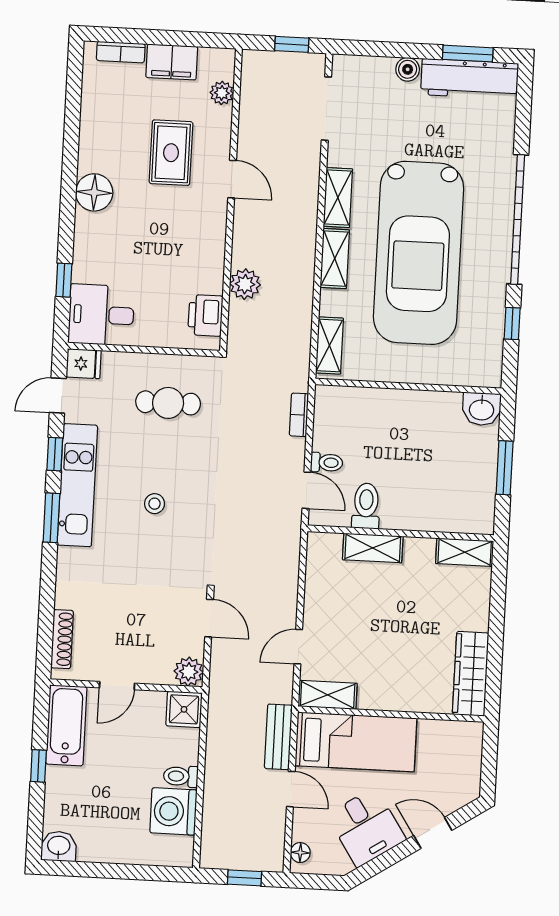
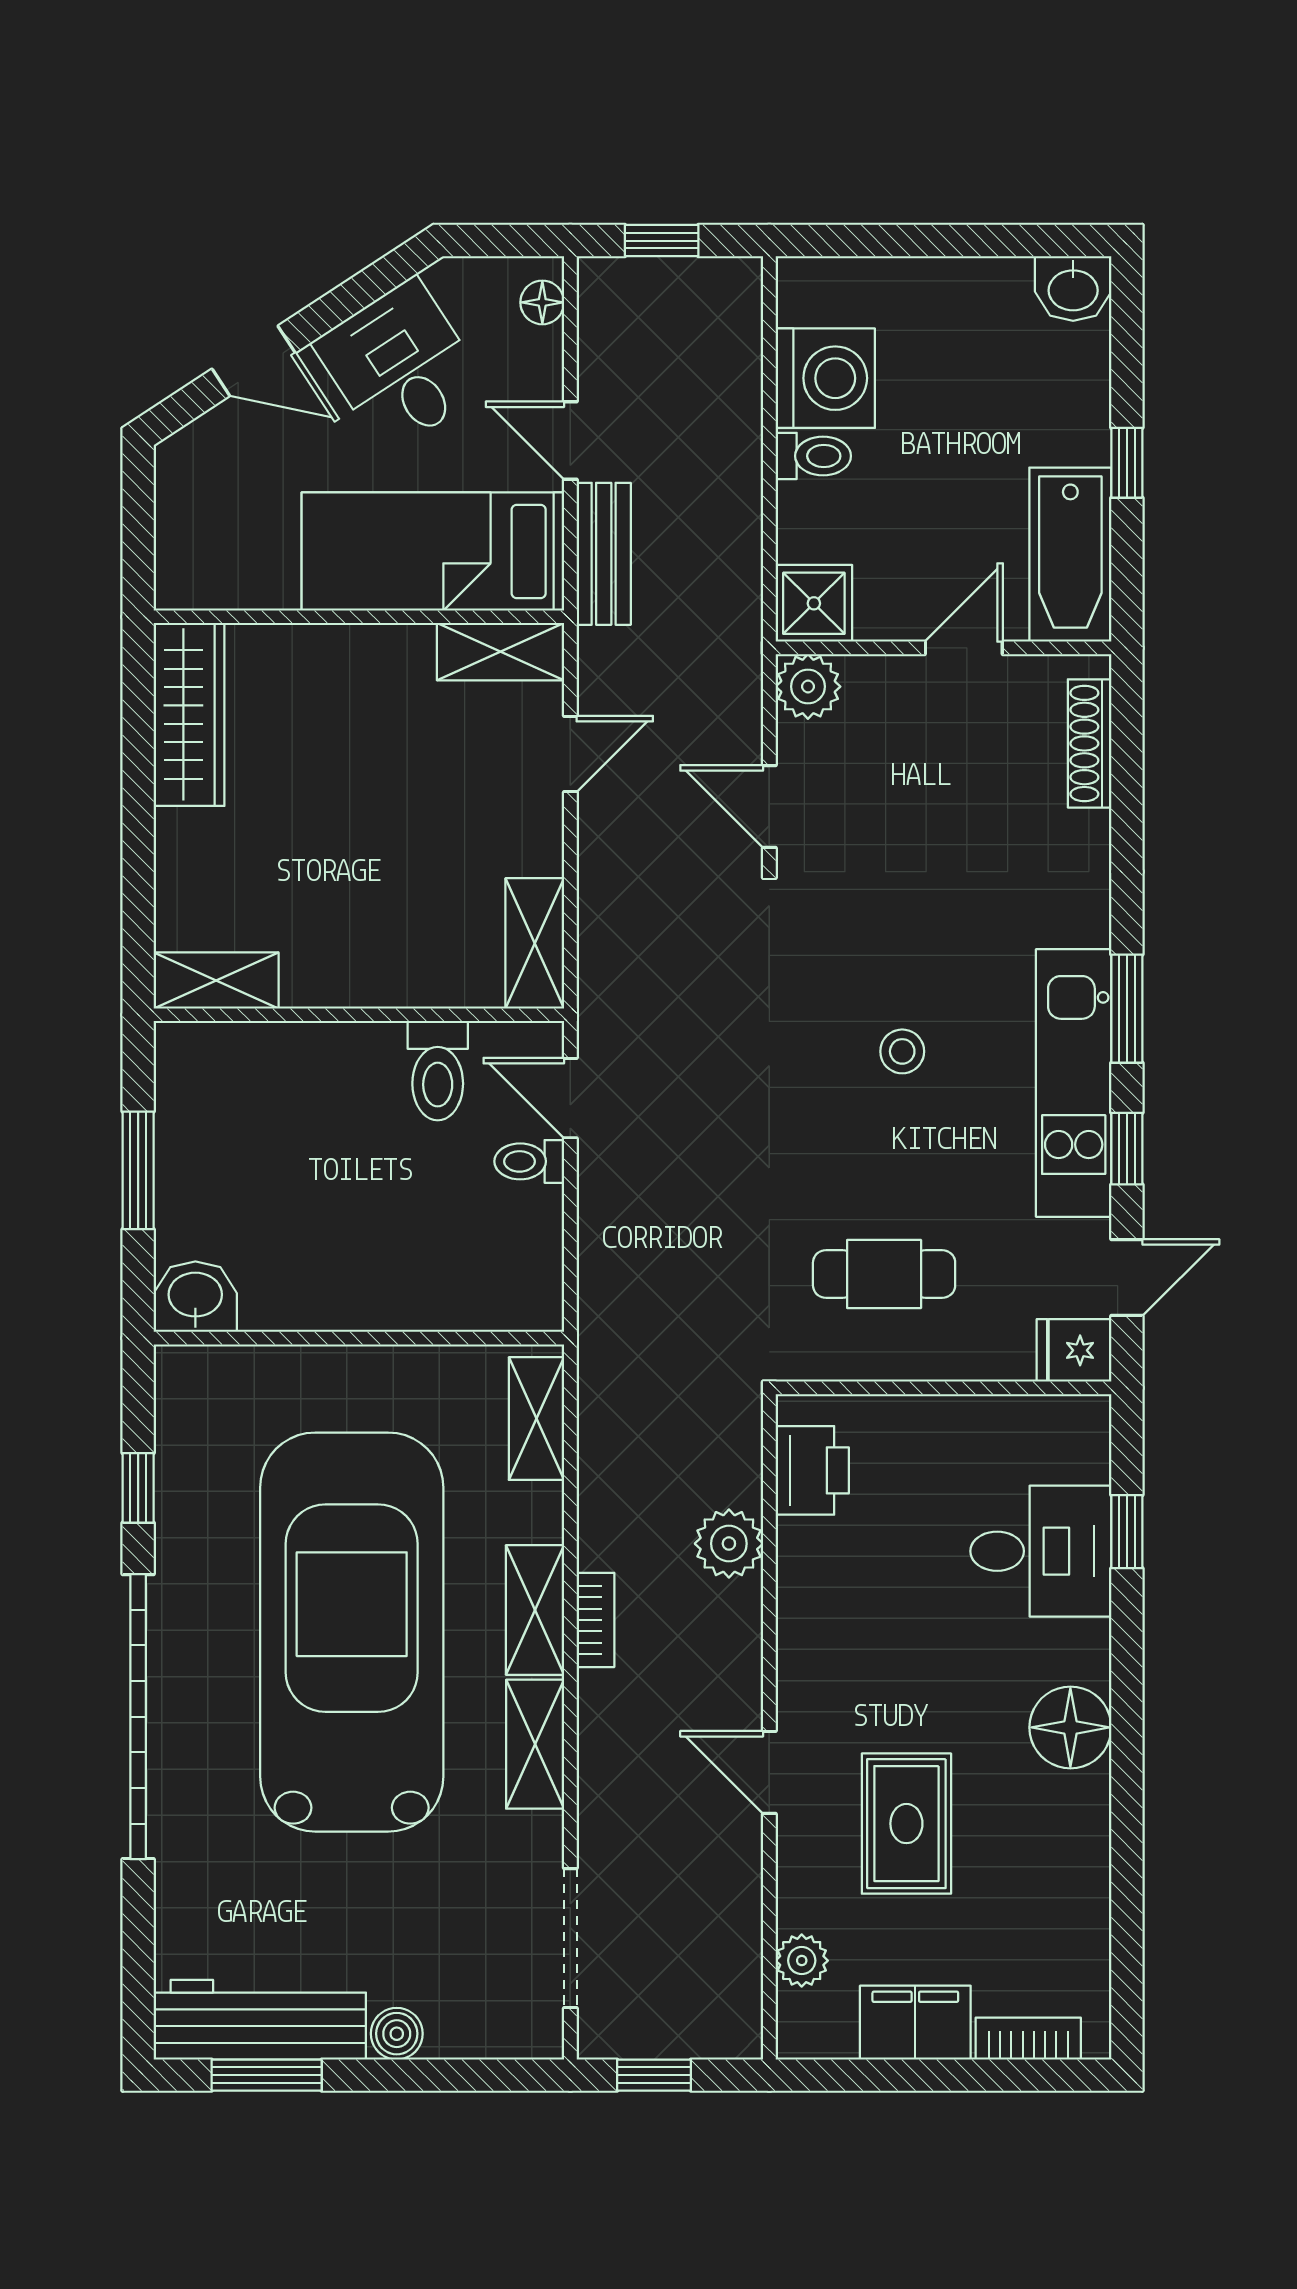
desk: (101, 315) -> (1041, 1551), moved
bookcase: (299, 415) -> (595, 1620), moved
shelving: (373, 548) -> (535, 943), moved, turned 90

